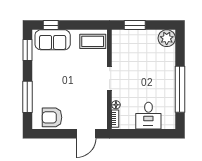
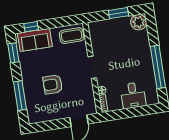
window: (135, 25) -> (118, 13), moved
armchair: (52, 117) -> (53, 84), moved

